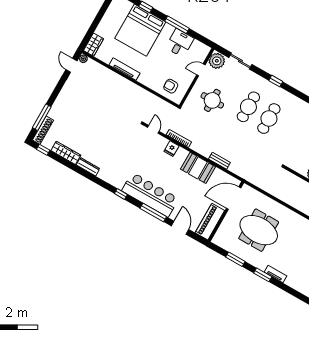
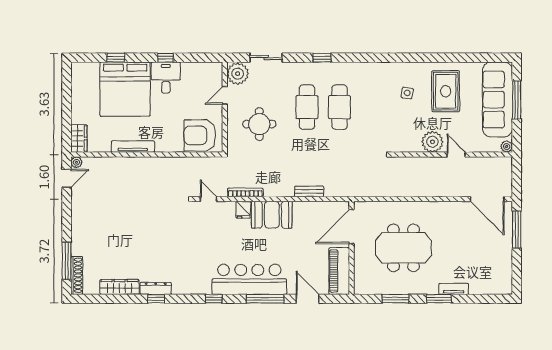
window: (177, 25) -> (165, 58), width x0.46
desk: (180, 43) -> (166, 78), moved
door: (71, 65) -> (67, 178), swing flipped
armchair: (171, 86) -> (200, 135), width x1.88, depth x1.88
window: (43, 150) -> (156, 299), moved
booth: (198, 168) -> (272, 215), moved

